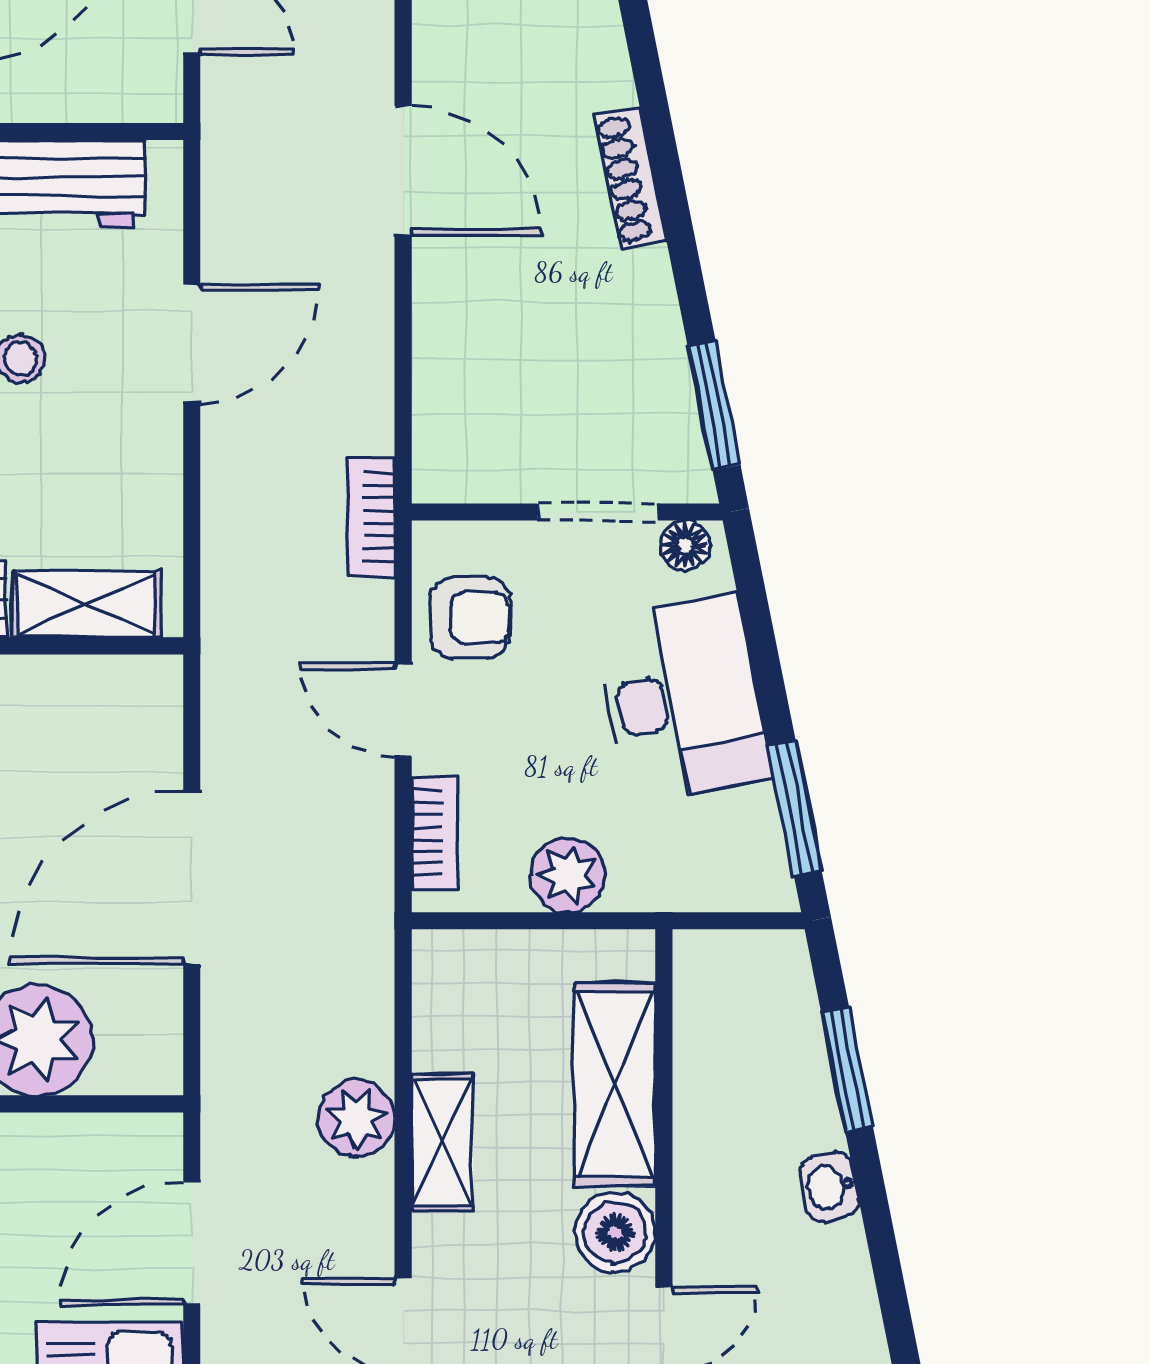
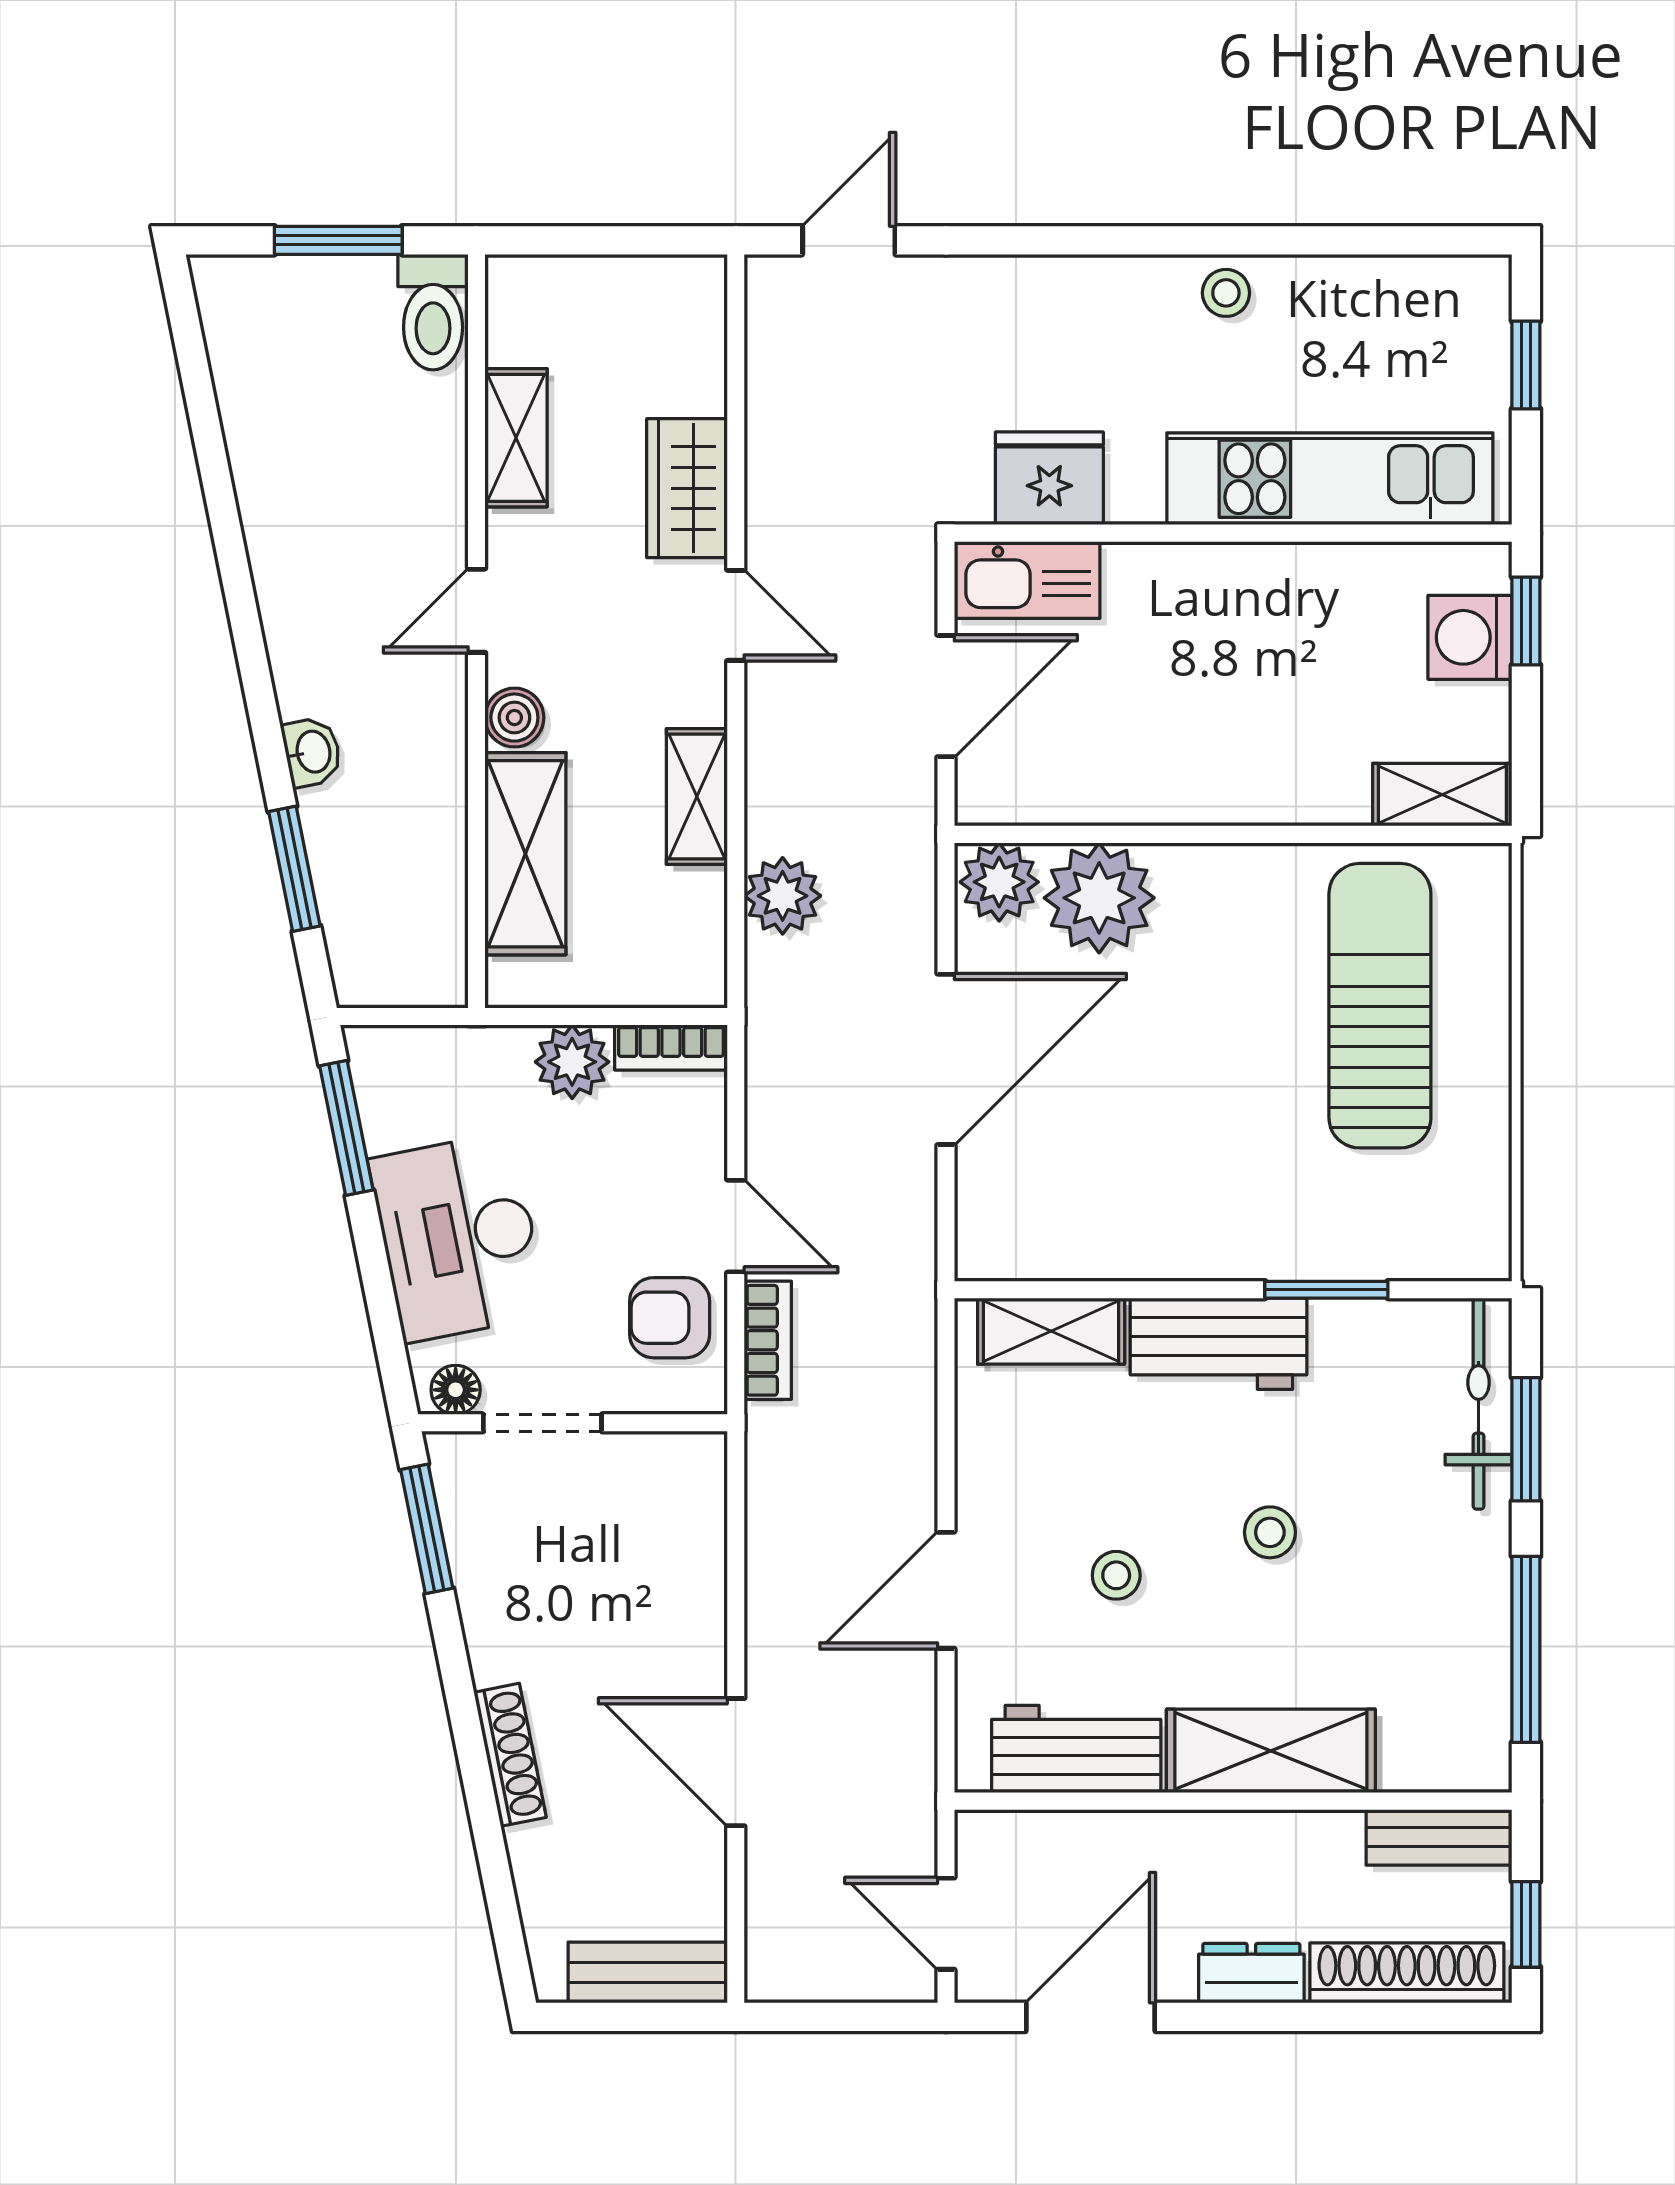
bookcase: (371, 517) -> (768, 1340), moved
bookcase: (434, 833) -> (671, 1047), moved, turned -90
plant: (138, 1056) -> (999, 882), added
plant: (356, 1118) -> (783, 896), moved
boiler: (615, 1232) -> (514, 718), width x0.73, depth x0.73

